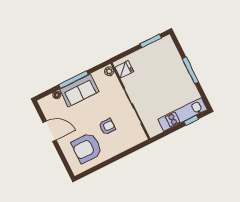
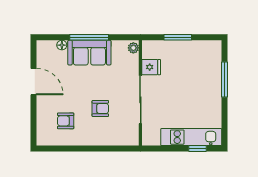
window: (151, 41) -> (178, 37), moved
fridge: (124, 69) -> (151, 67), moved
window: (190, 70) -> (225, 79), moved
armchair: (87, 148) -> (66, 121), width x0.53, depth x0.53

